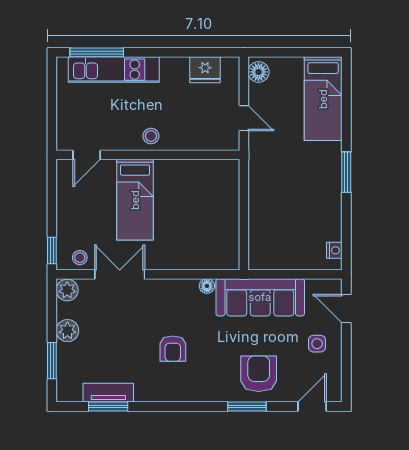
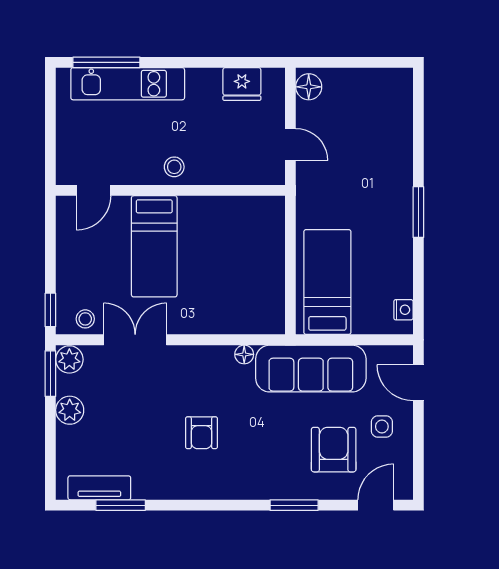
bed: (323, 99) -> (327, 282), moved, turned 180
window: (52, 361) -> (50, 374), moved
armchair: (259, 374) -> (334, 450), moved
tv unit: (108, 393) -> (99, 488), moved

